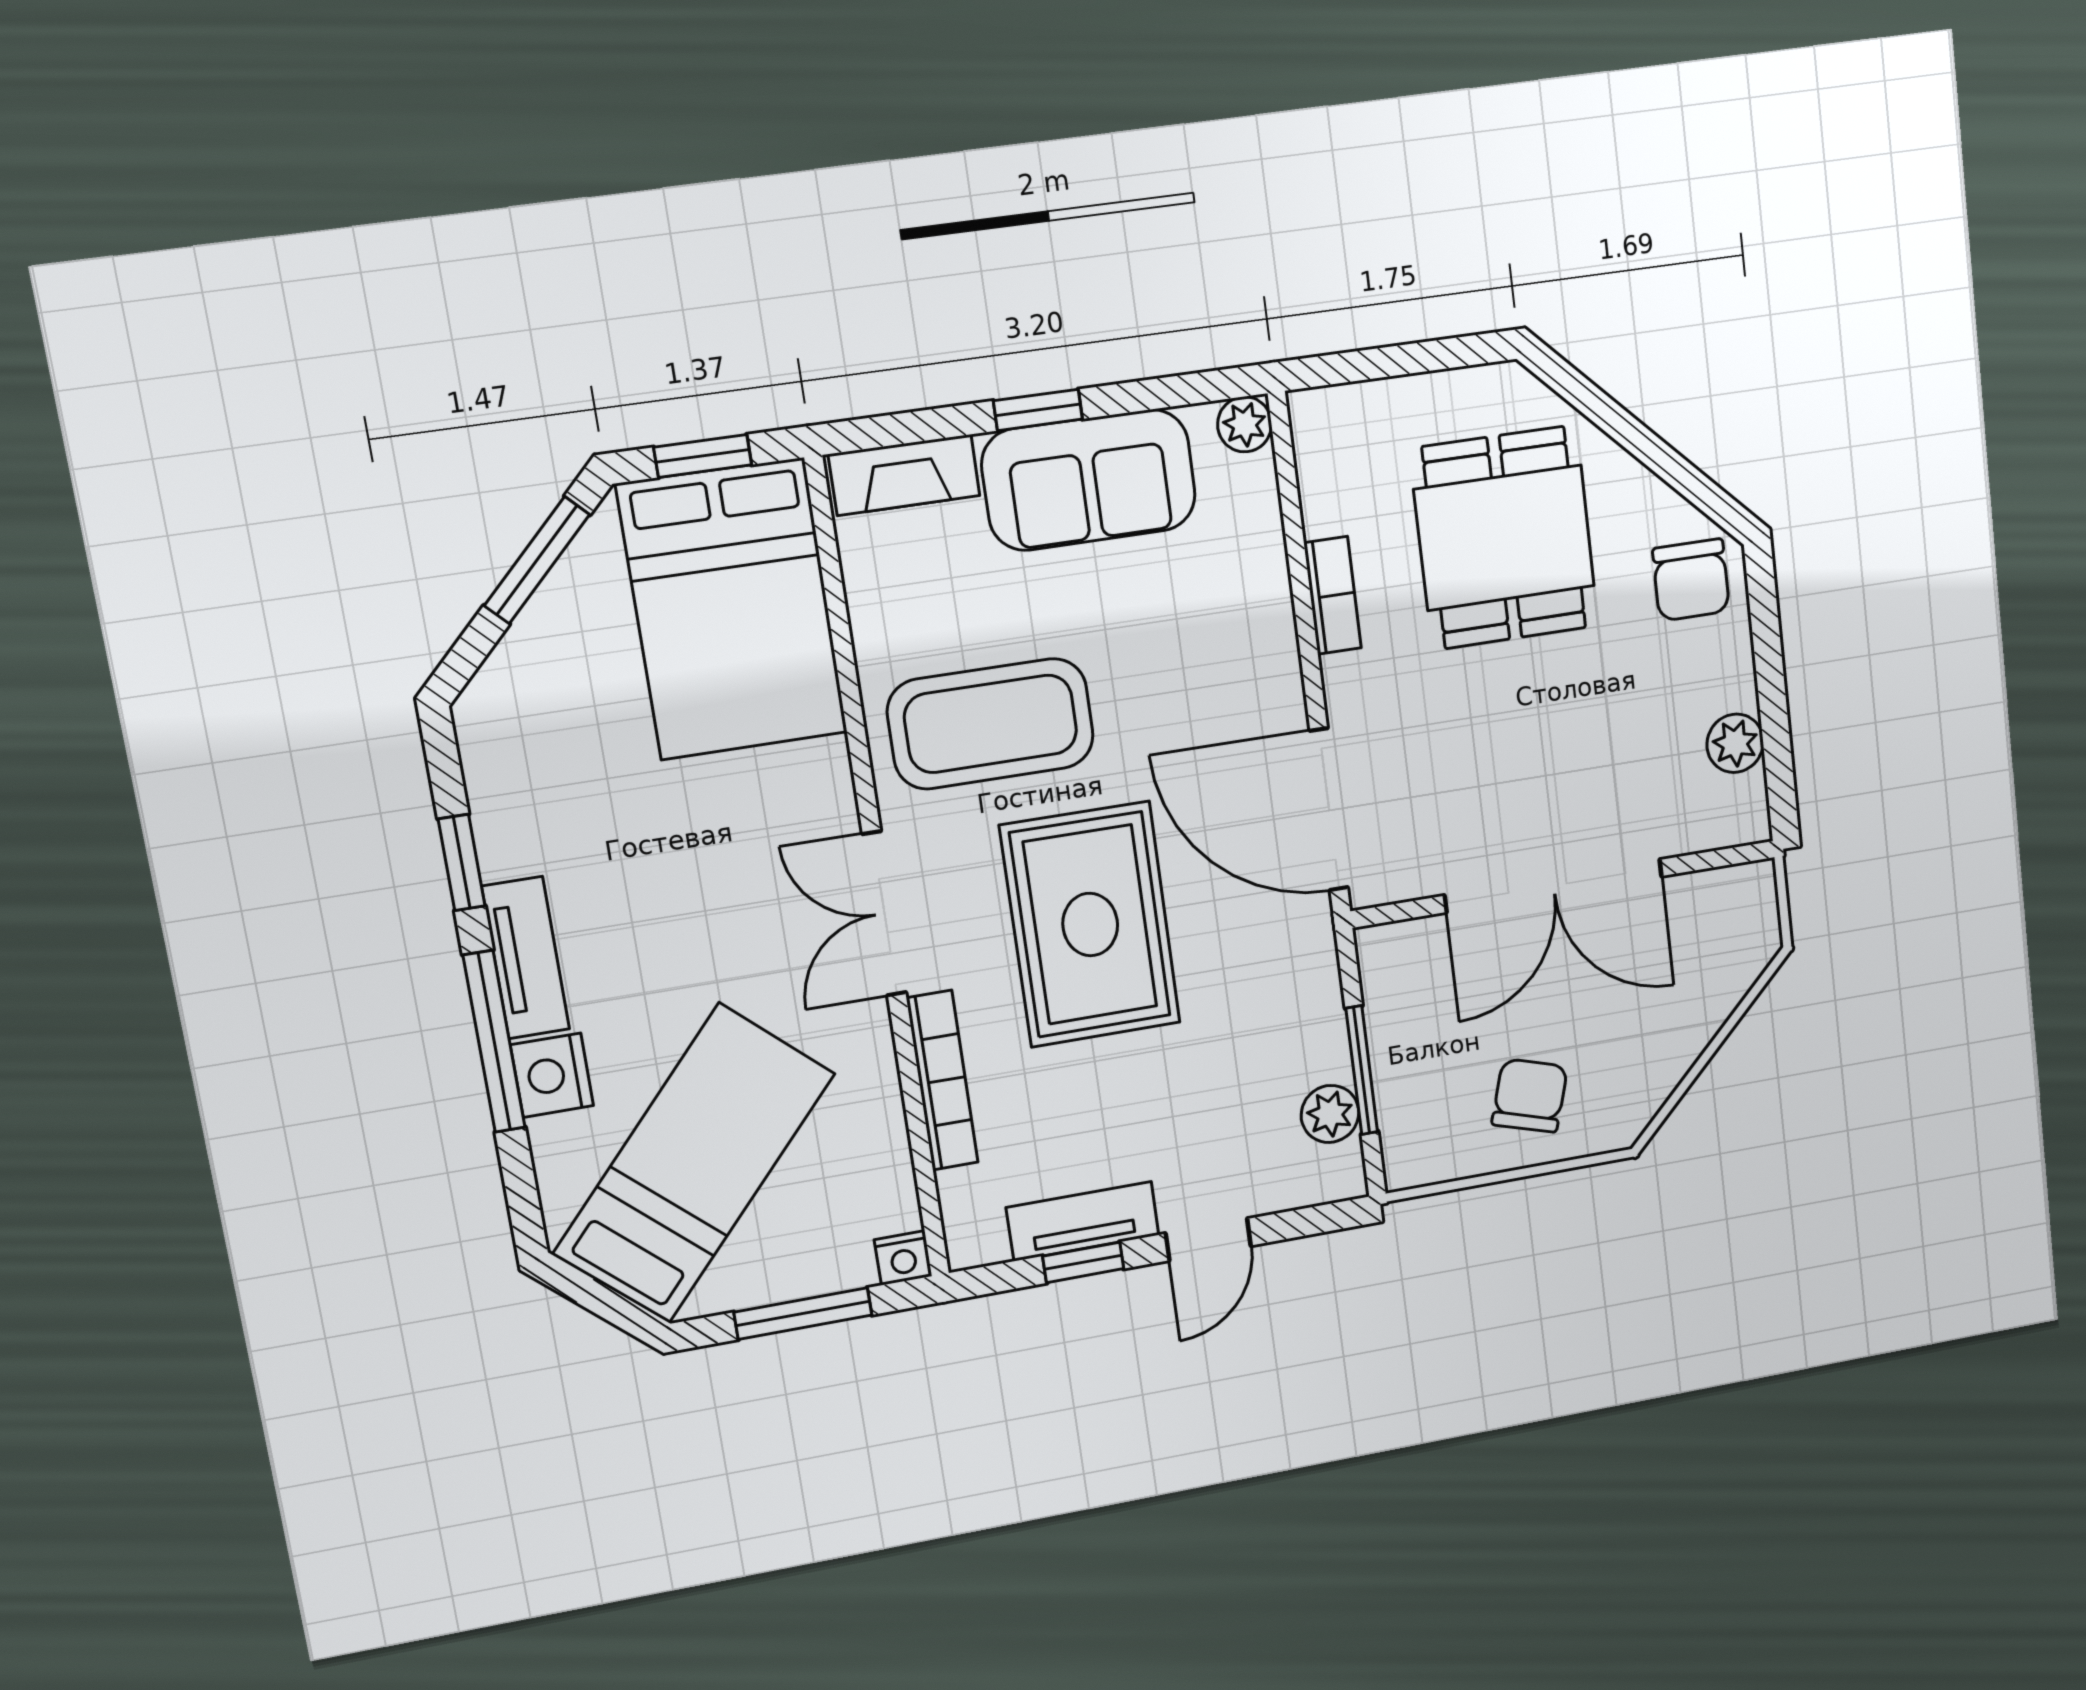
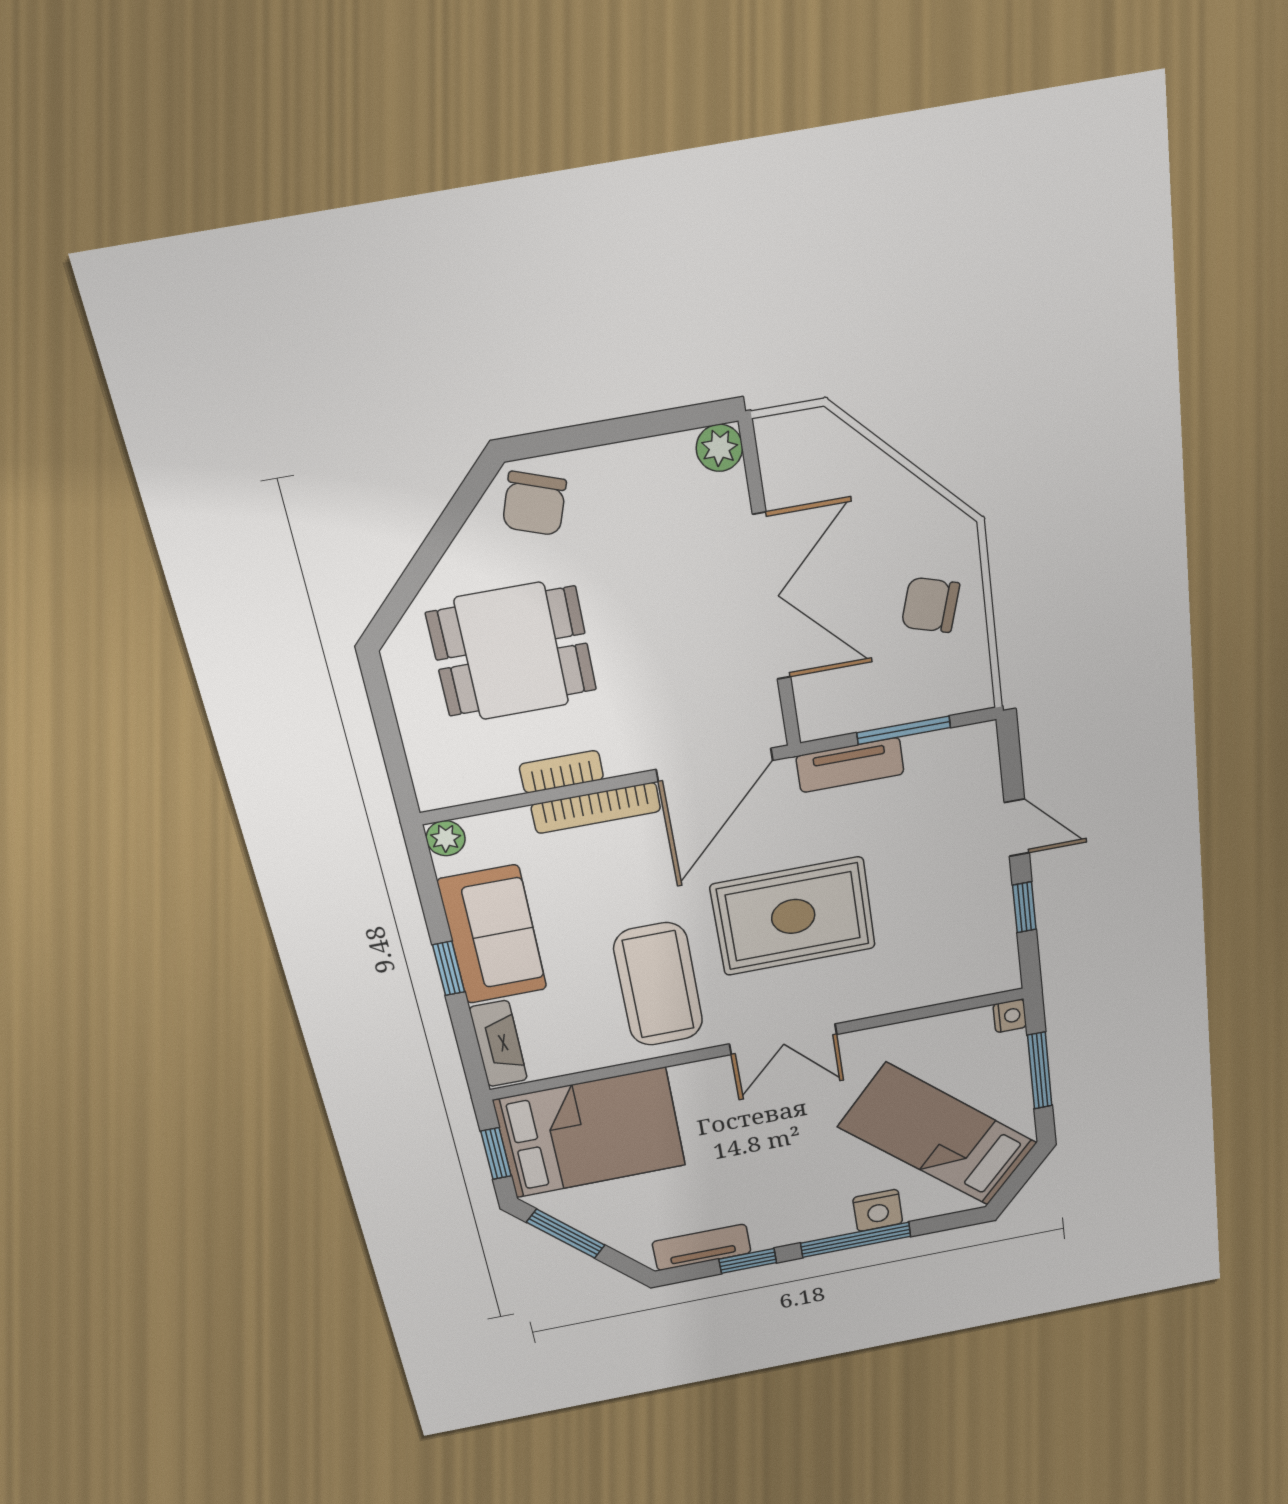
chair: (1691, 580) -> (534, 504), turned 109
plant: (1735, 743) -> (719, 448), moved
tv unit: (526, 958) -> (702, 1247), moved
bookcase: (942, 1080) -> (596, 808), moved, turned 180
plant: (1330, 1114) -> (934, 750), removed
tv unit: (1083, 1221) -> (850, 765), moved, turned -90

